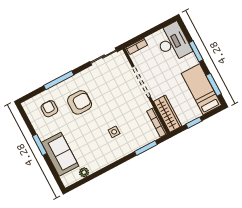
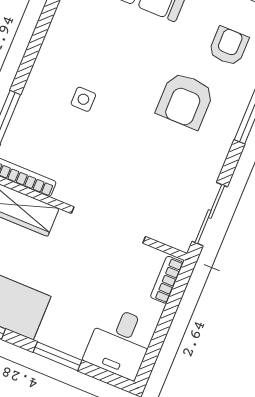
desk: (173, 42) -> (120, 343), width x0.73
armchair: (49, 109) -> (228, 46), turned -90

